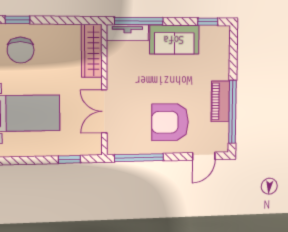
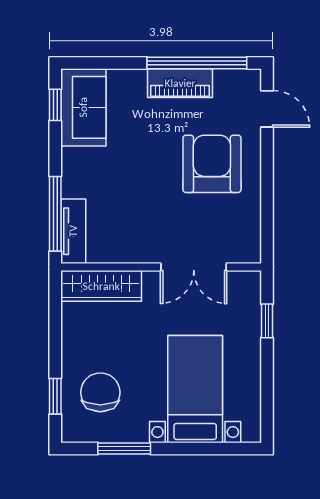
sofa: (174, 40) -> (83, 107), moved
chair: (21, 50) -> (100, 392), turned -90
armchair: (170, 122) -> (212, 164), turned 180
window: (139, 158) -> (267, 213), removed

